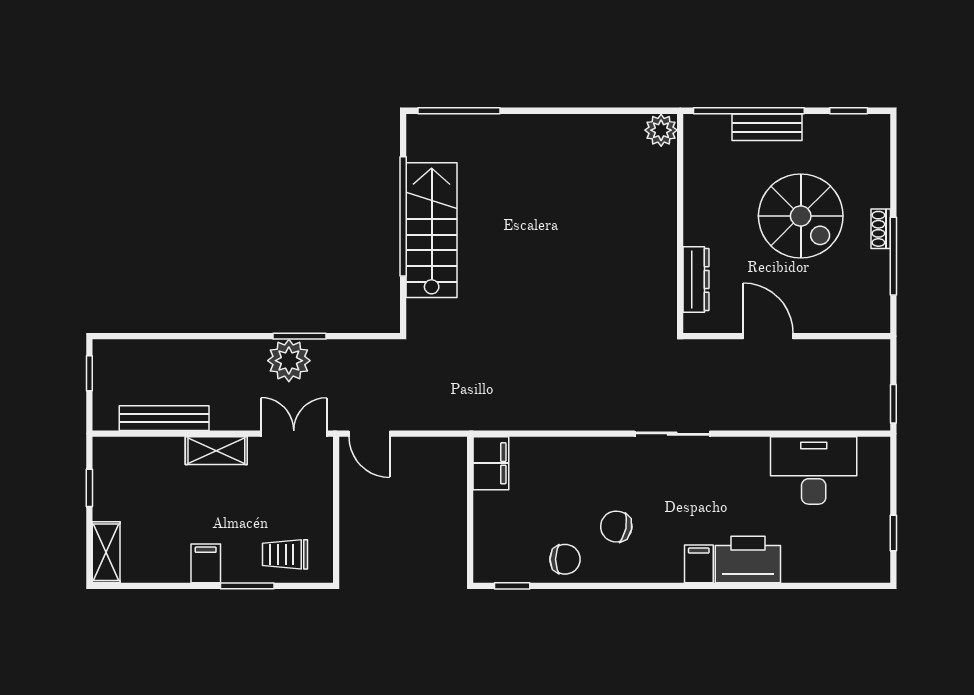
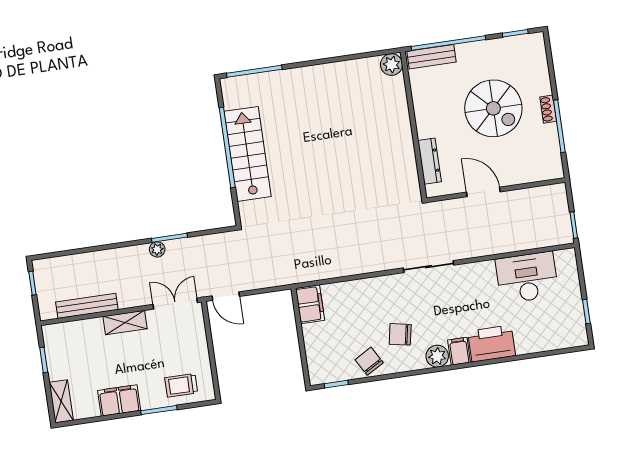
bench: (767, 127) -> (432, 57), moved
plant: (289, 361) -> (157, 249), width x0.53, depth x0.53
chair: (565, 559) -> (369, 361), turned -120
filing cabinet: (206, 563) -> (119, 400), width x2.00
plant: (666, 566) -> (437, 356), added

